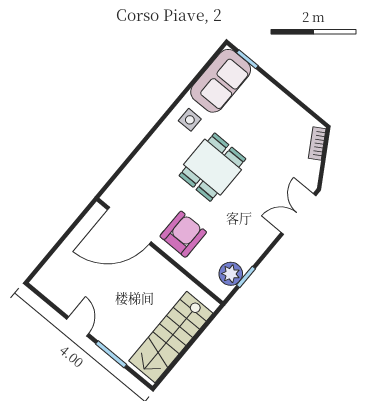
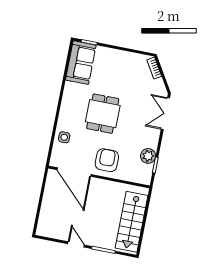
side table: (190, 120) -> (64, 137), moved
door: (129, 226) -> (74, 172), hinge flipped
plant: (231, 274) -> (148, 156), moved

